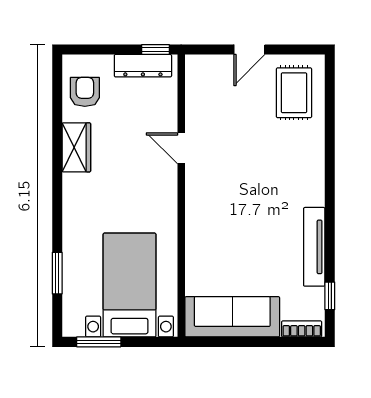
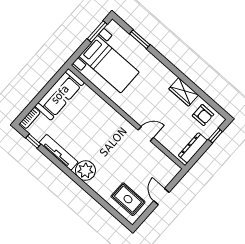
window: (155, 50) -> (215, 136), moved
plant: (307, 187) -> (85, 171), added

